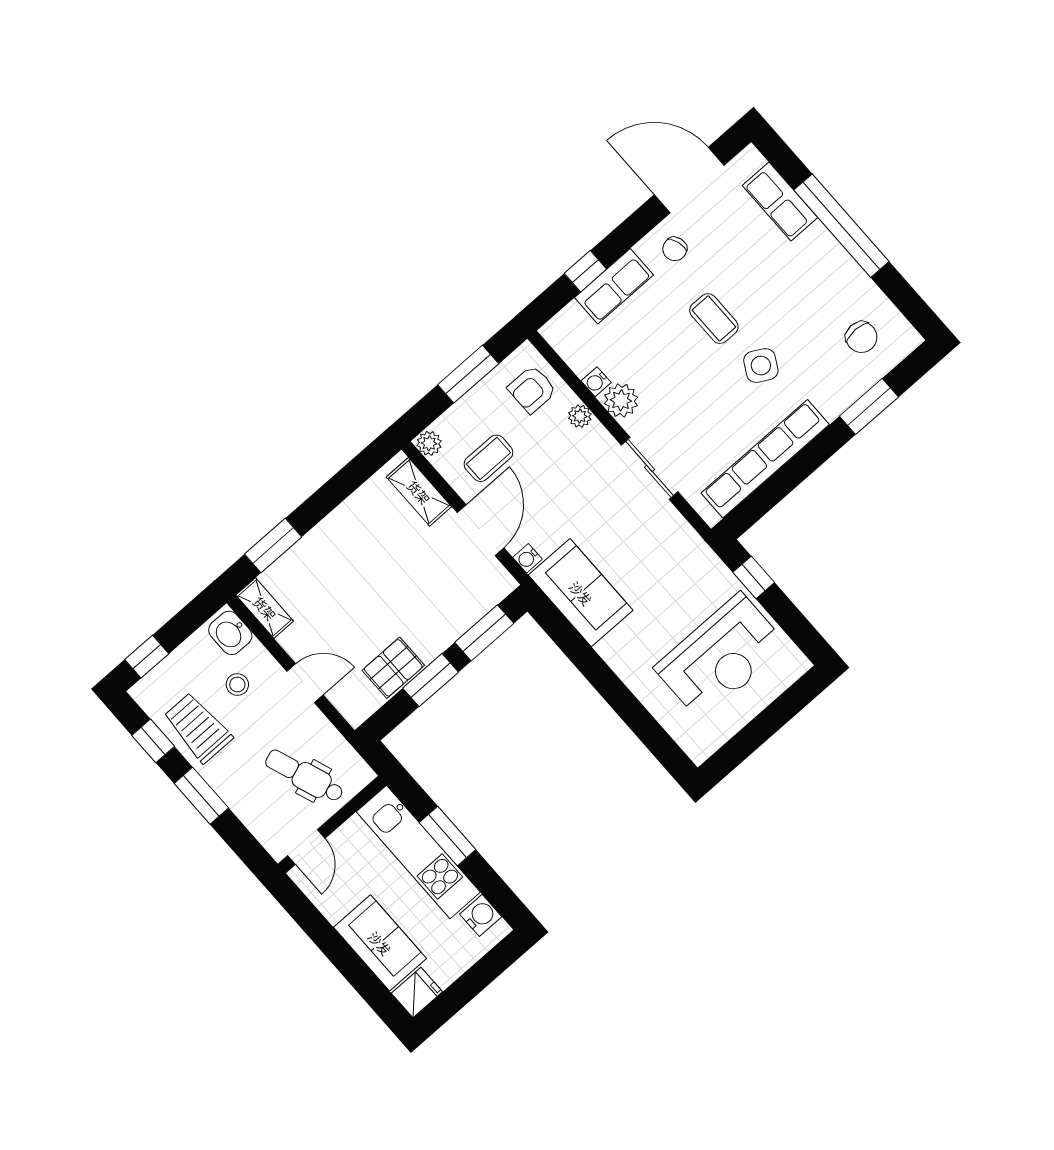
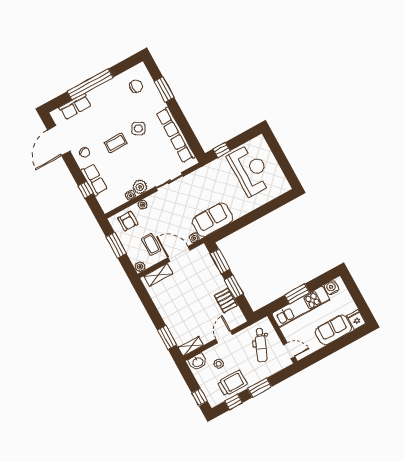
trolley: (198, 728) -> (232, 383), turned 180
dental chair: (304, 776) -> (261, 345), turned -47

